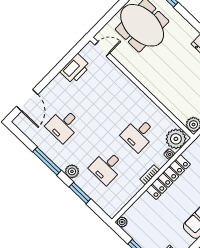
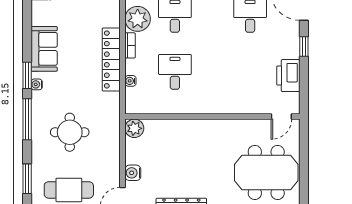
window: (50, 77) -> (304, 47), added
plant: (176, 139) -> (138, 19), moved

